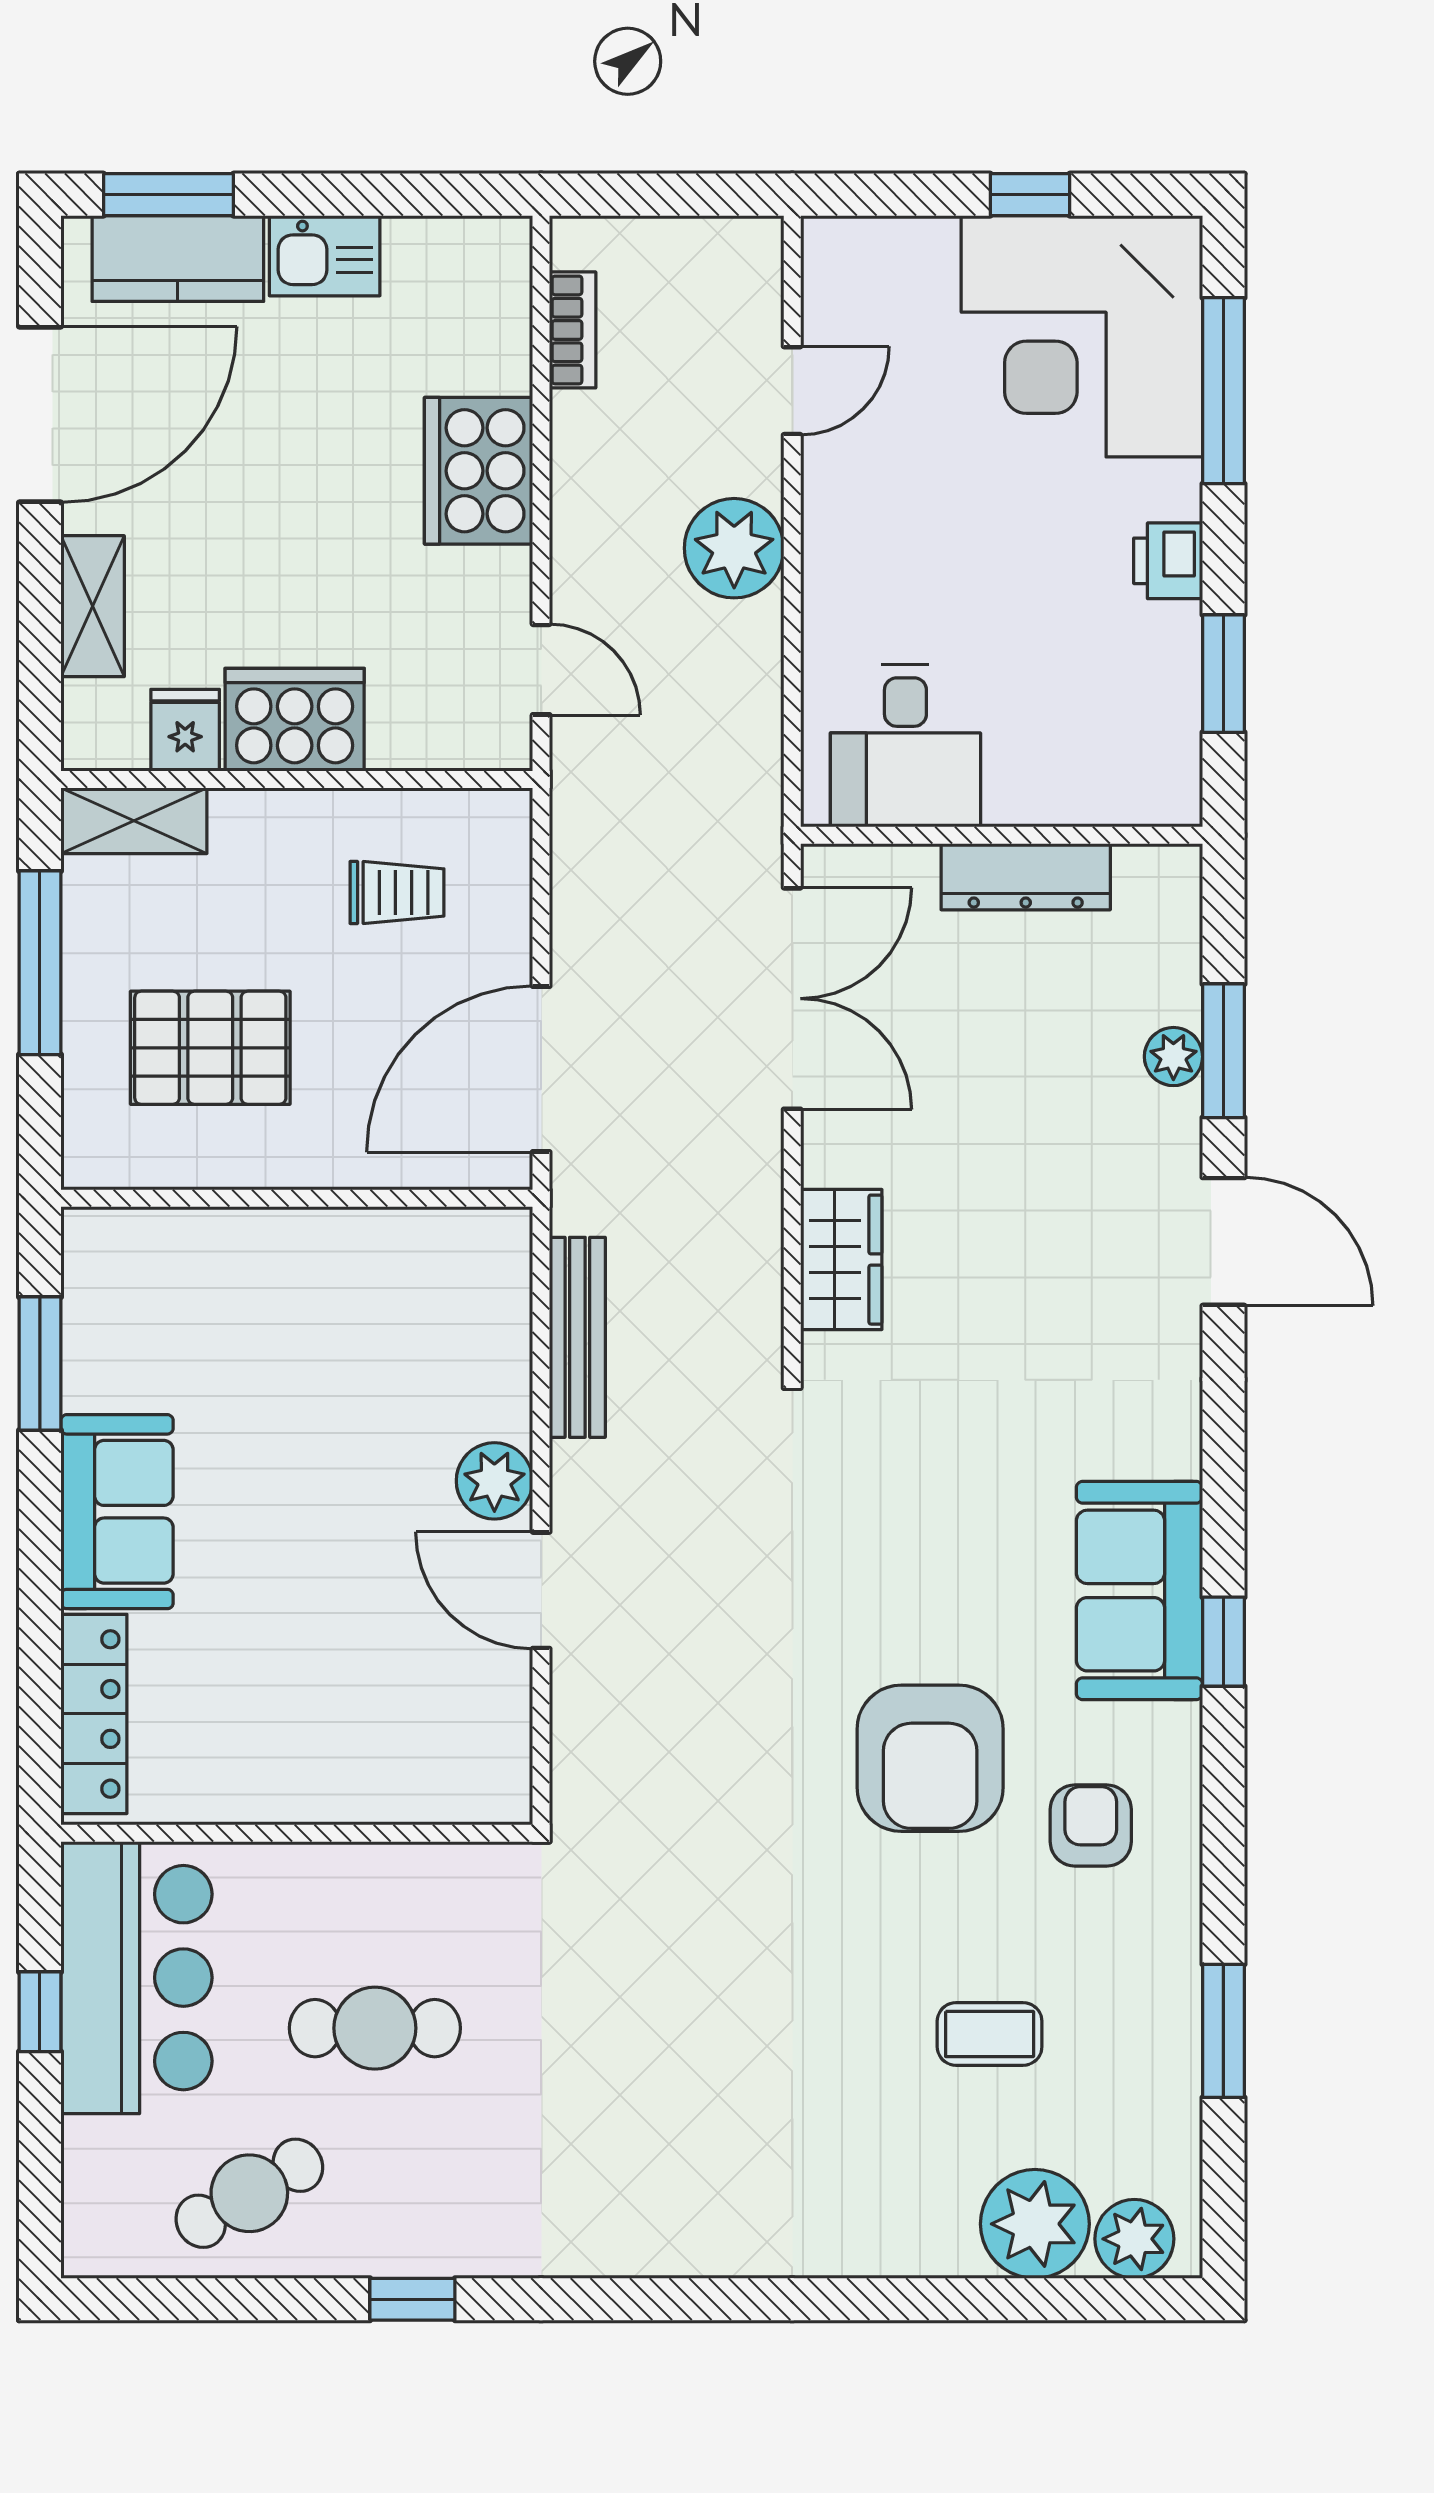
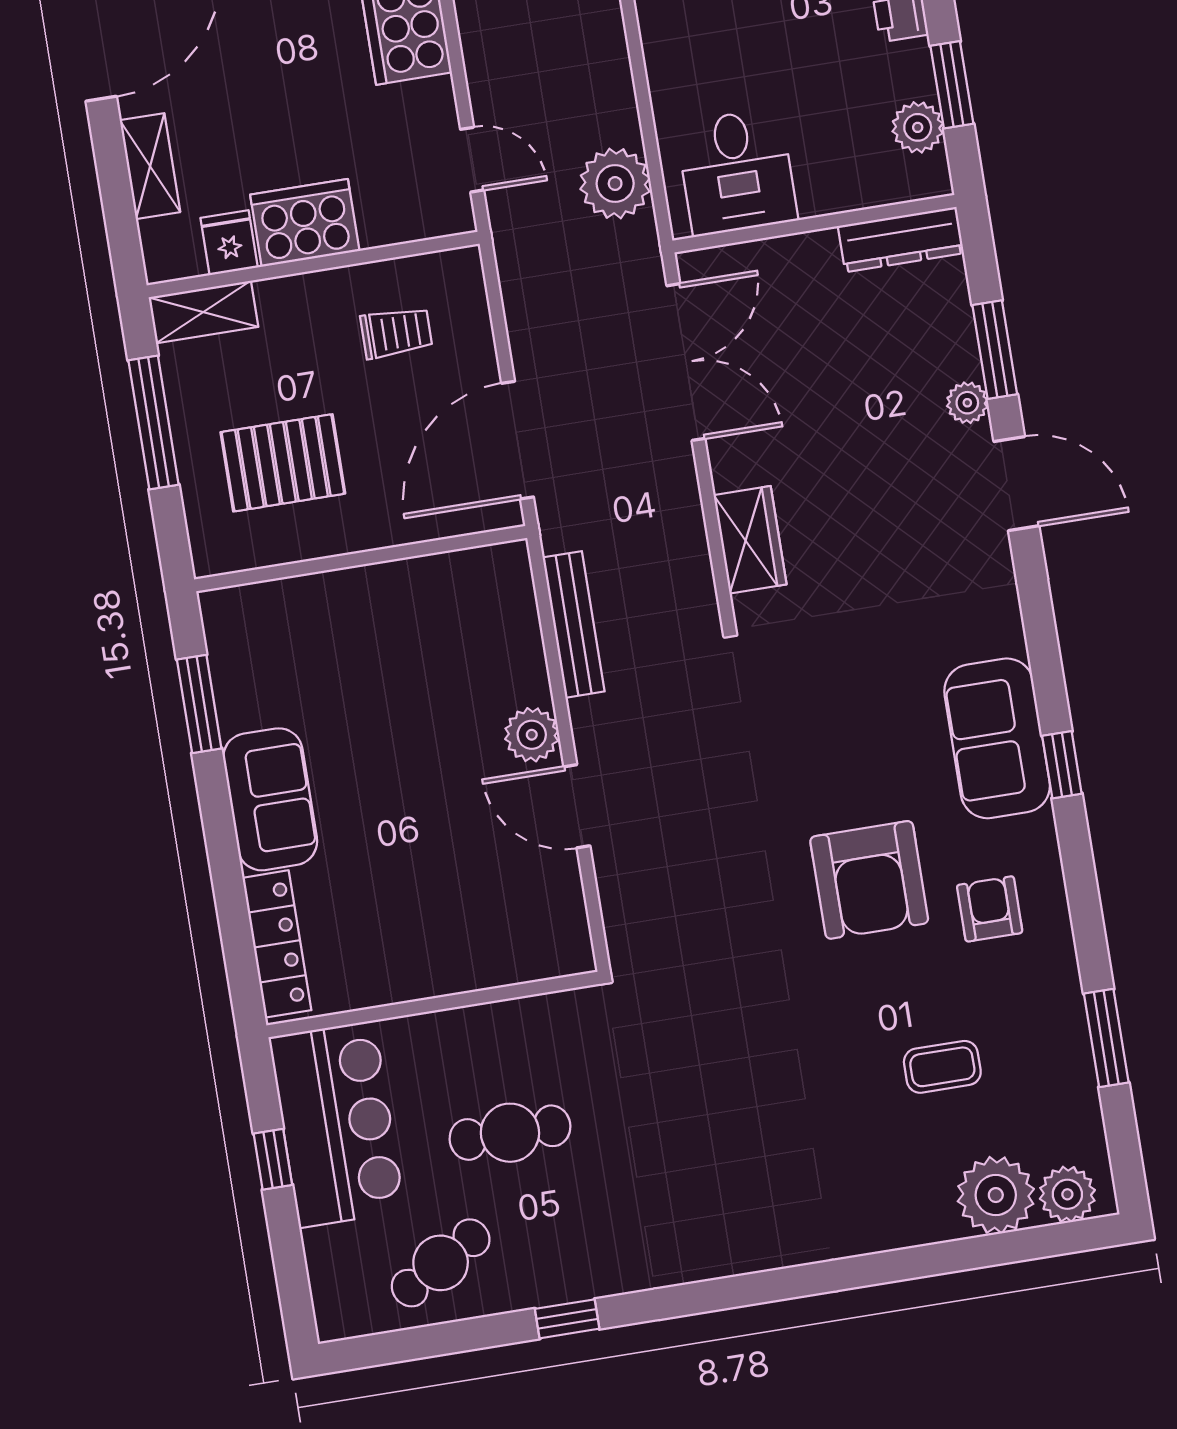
plant: (734, 548) -> (615, 183), moved
plant: (1166, 725) -> (918, 127), added
dresser: (1026, 877) -> (901, 240), moved
plant: (1173, 1057) -> (967, 403), moved

